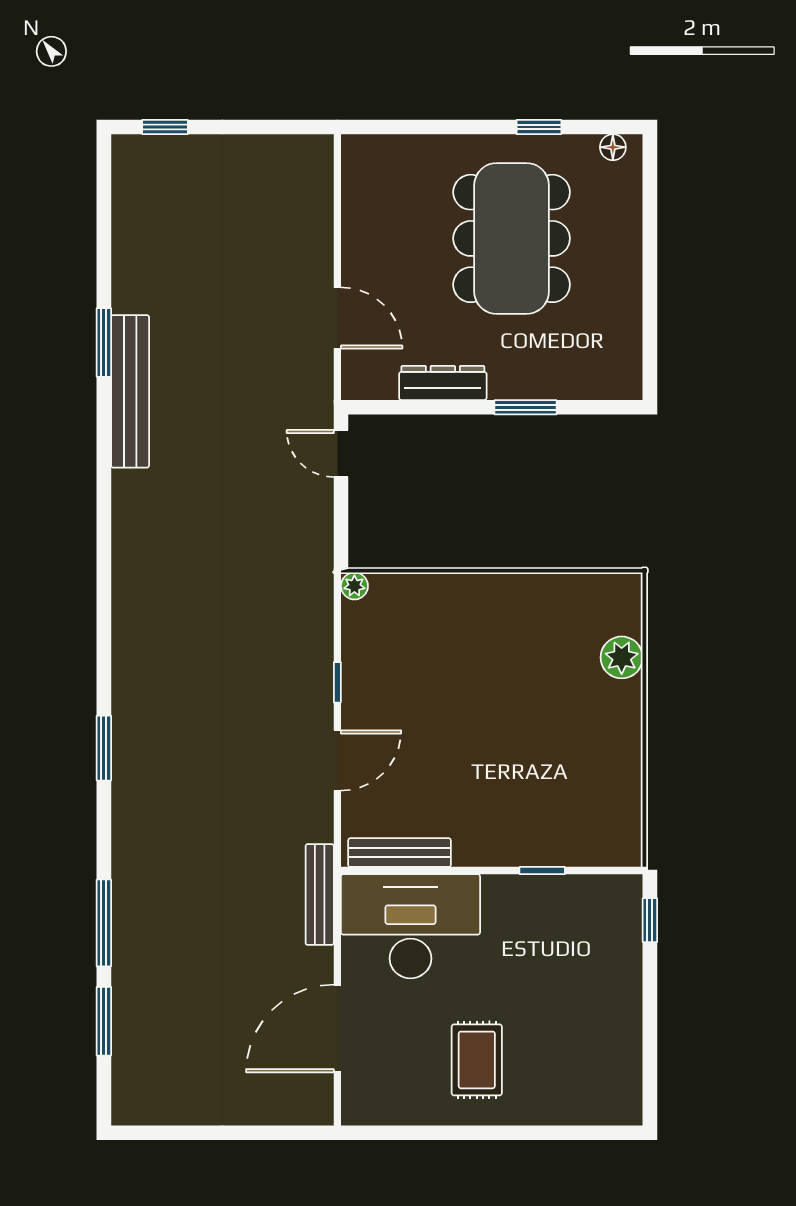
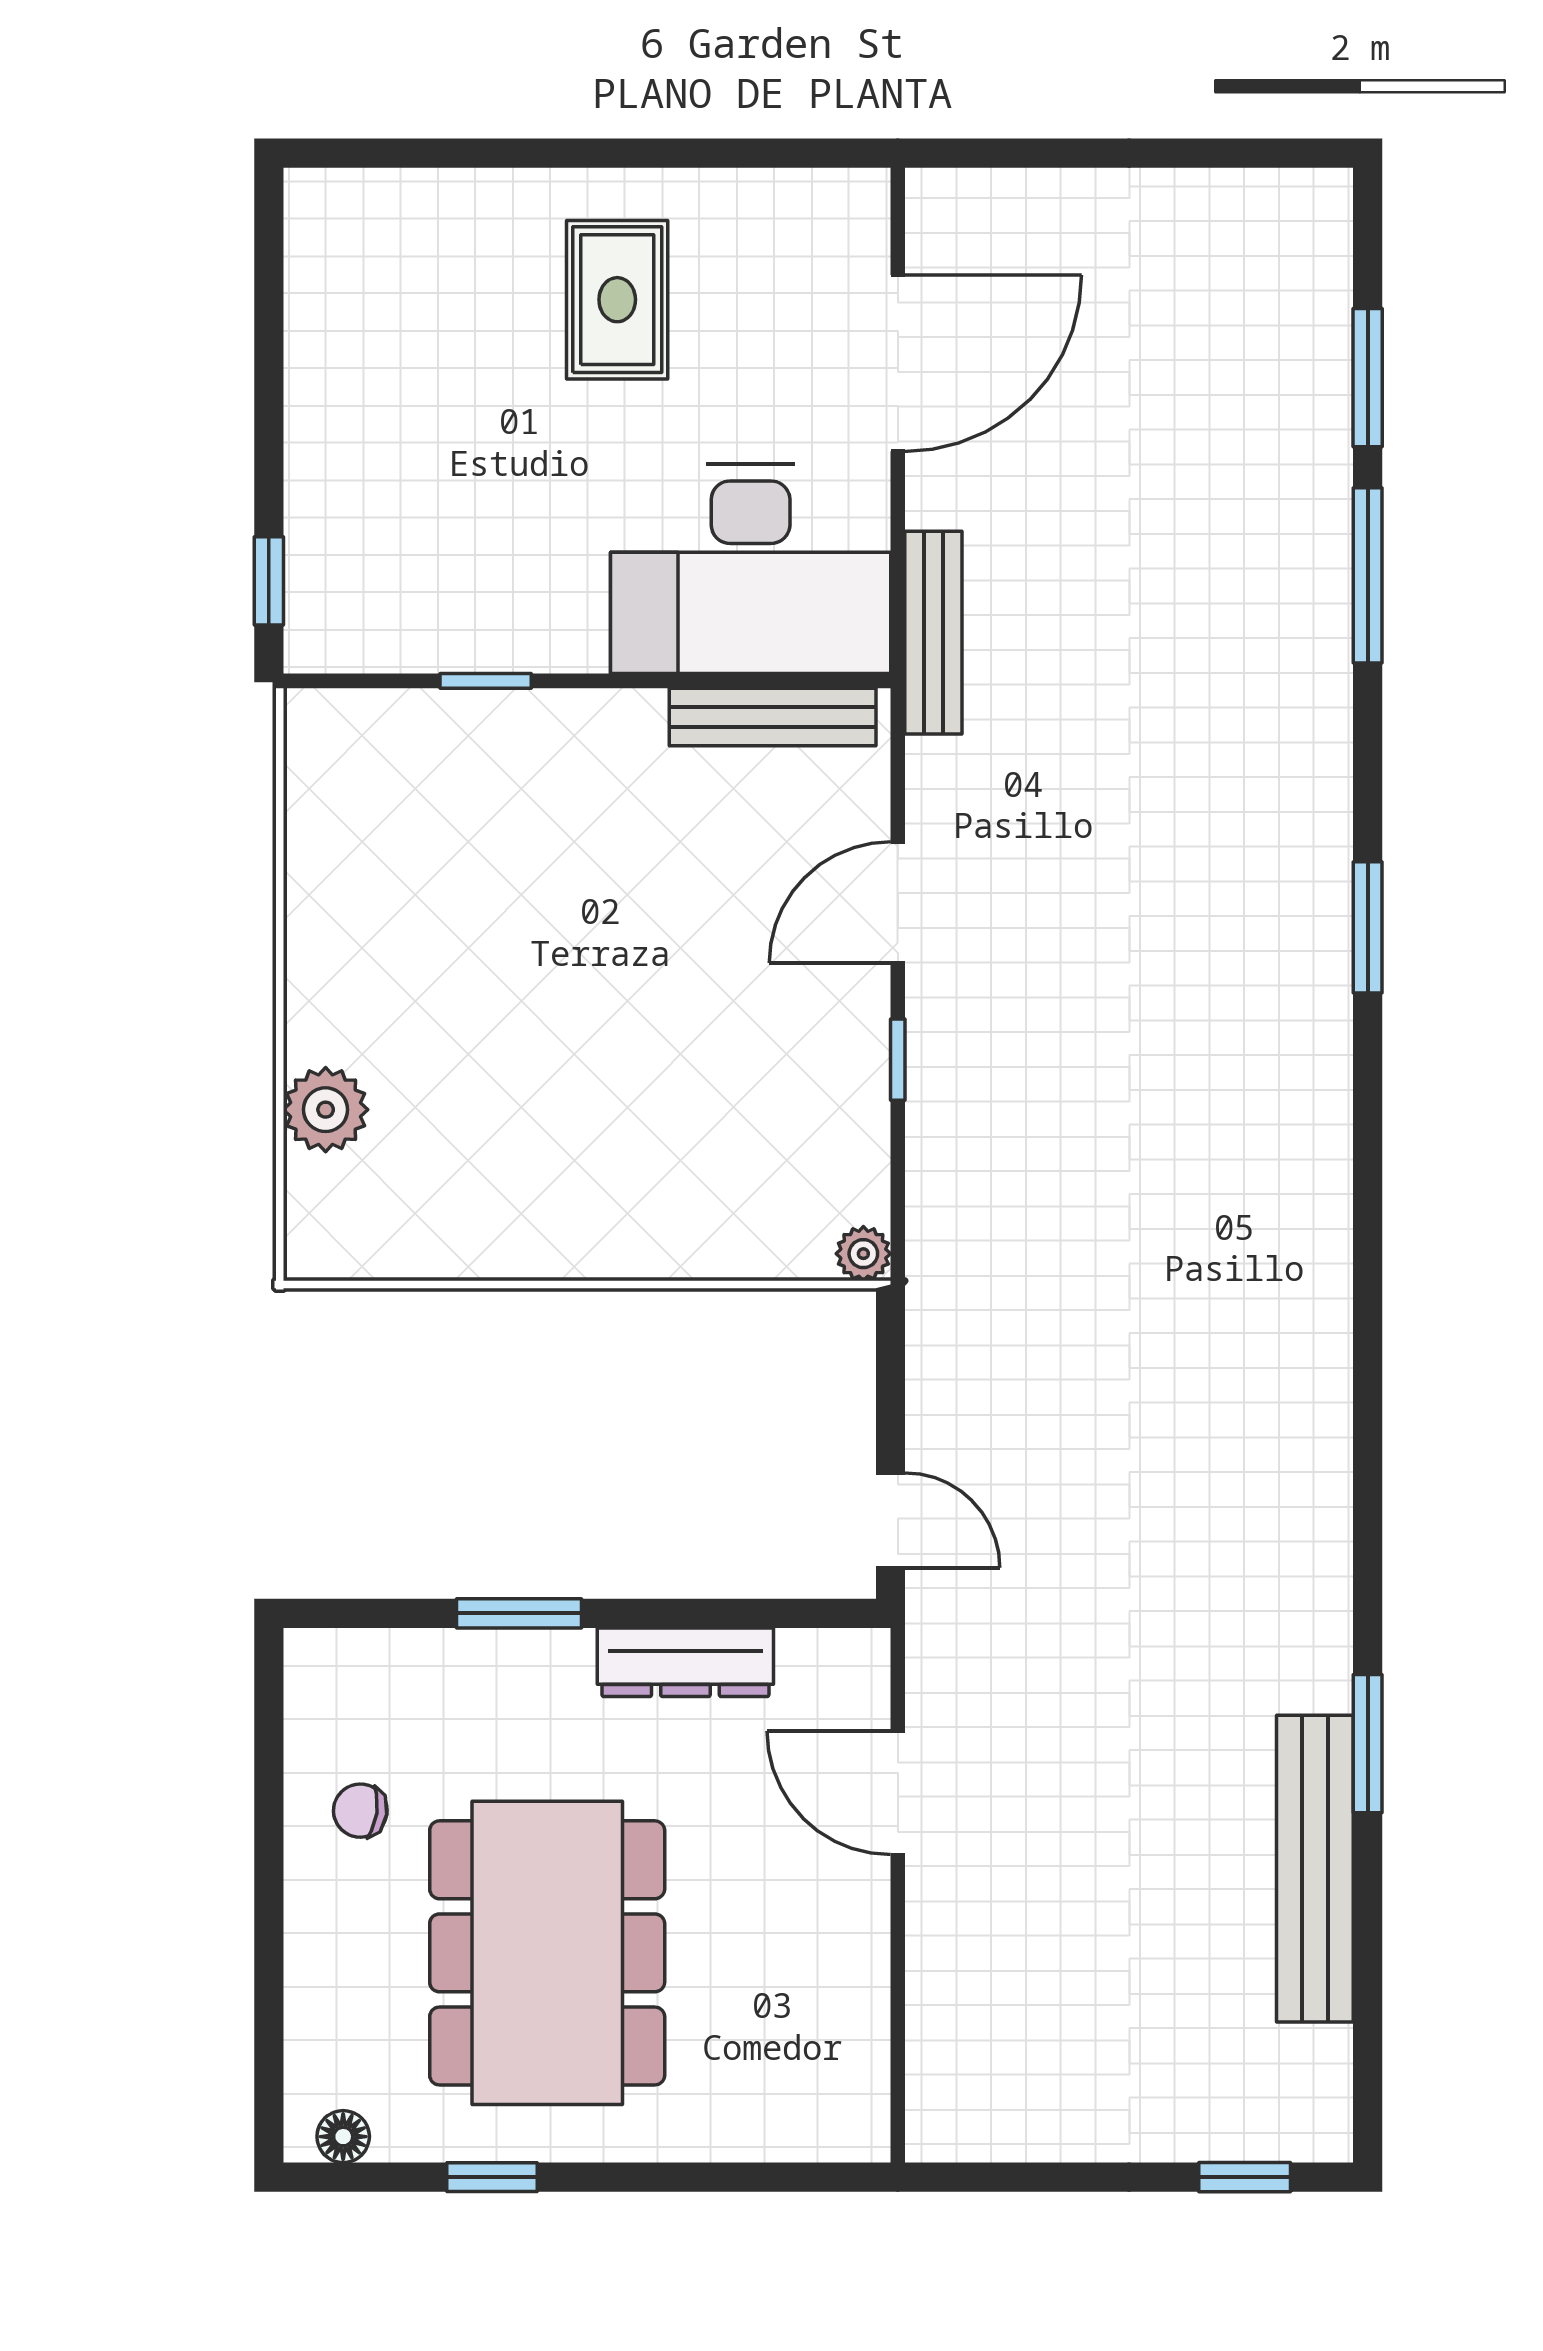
chair: (604, 309) -> (360, 1811), added
bench: (130, 391) -> (1315, 1869), moved

